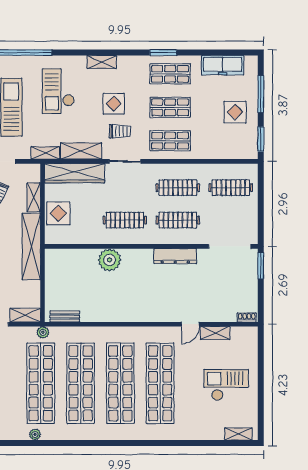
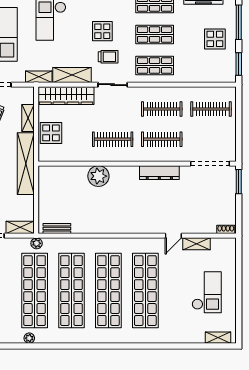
checkout: (226, 385) -> (207, 292), turned 90

